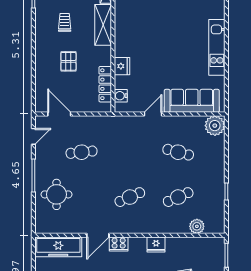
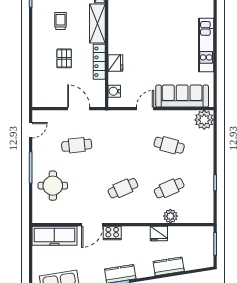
locker: (105, 84) -> (99, 62), moved
door: (59, 114) -> (79, 109), moved
plant: (197, 226) -> (170, 216), moved
fridge: (156, 245) -> (159, 234), moved

